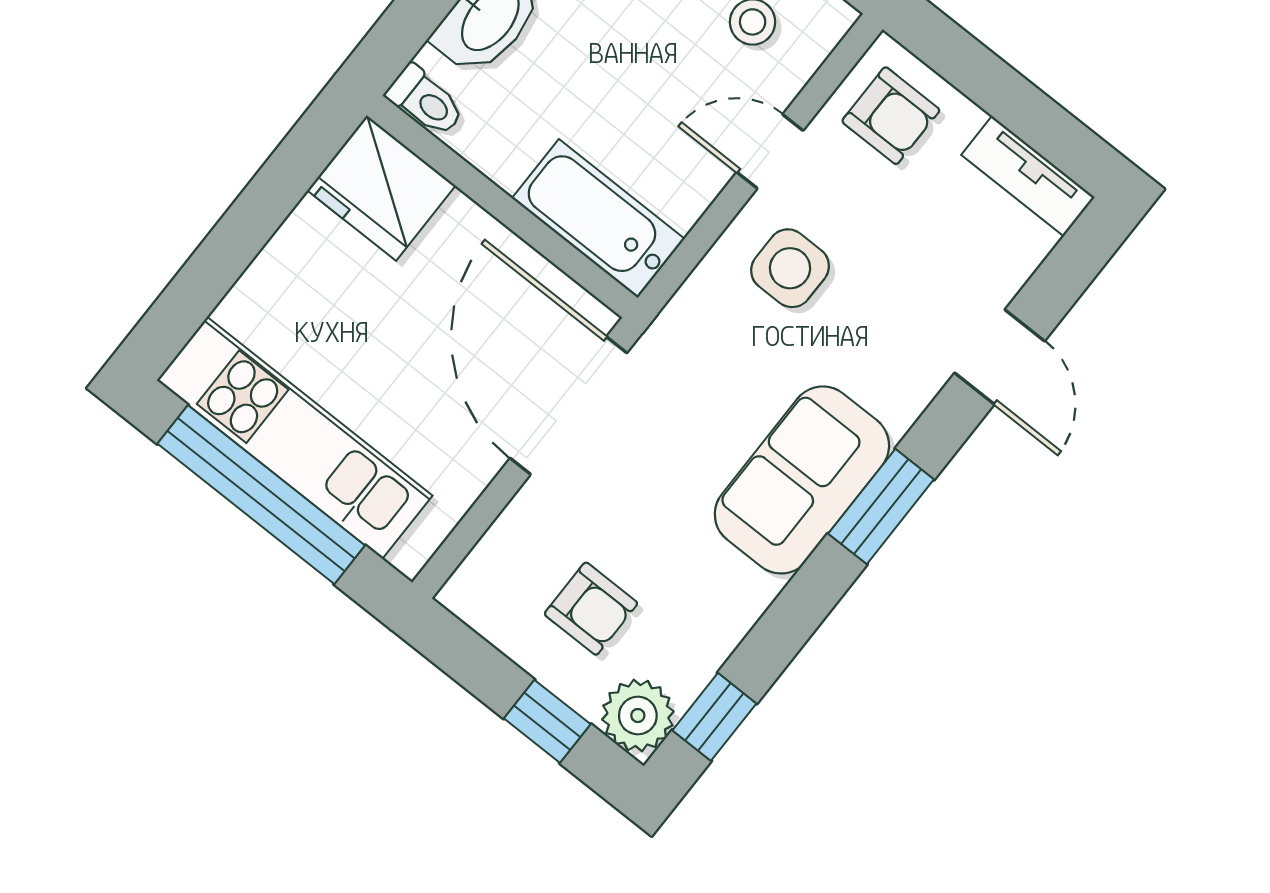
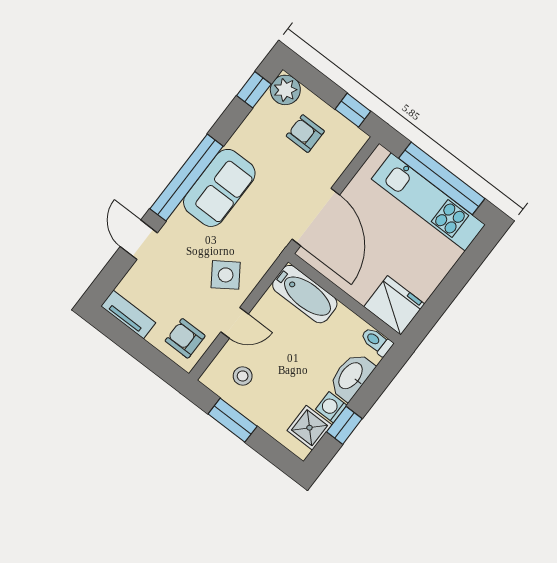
side table: (790, 268) -> (226, 275), turned -34
window: (881, 507) -> (187, 177), width x2.11
window: (547, 721) -> (353, 110), moved

